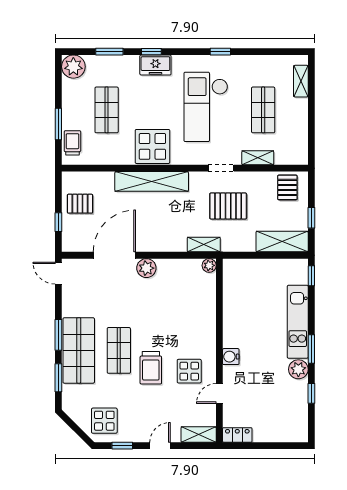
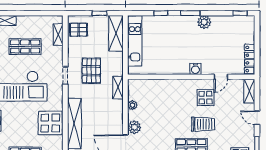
shelving: (258, 158) -> (58, 35), moved
plant: (209, 265) -> (132, 105), moved
window: (311, 276) -> (161, 13), moved
kitchen unit: (298, 322) -> (135, 41), moved, turned -90
door: (219, 393) -> (221, 77), hinge flipped
window: (311, 393) -> (240, 13), moved
locker: (237, 435) -> (250, 59), width x1.53

